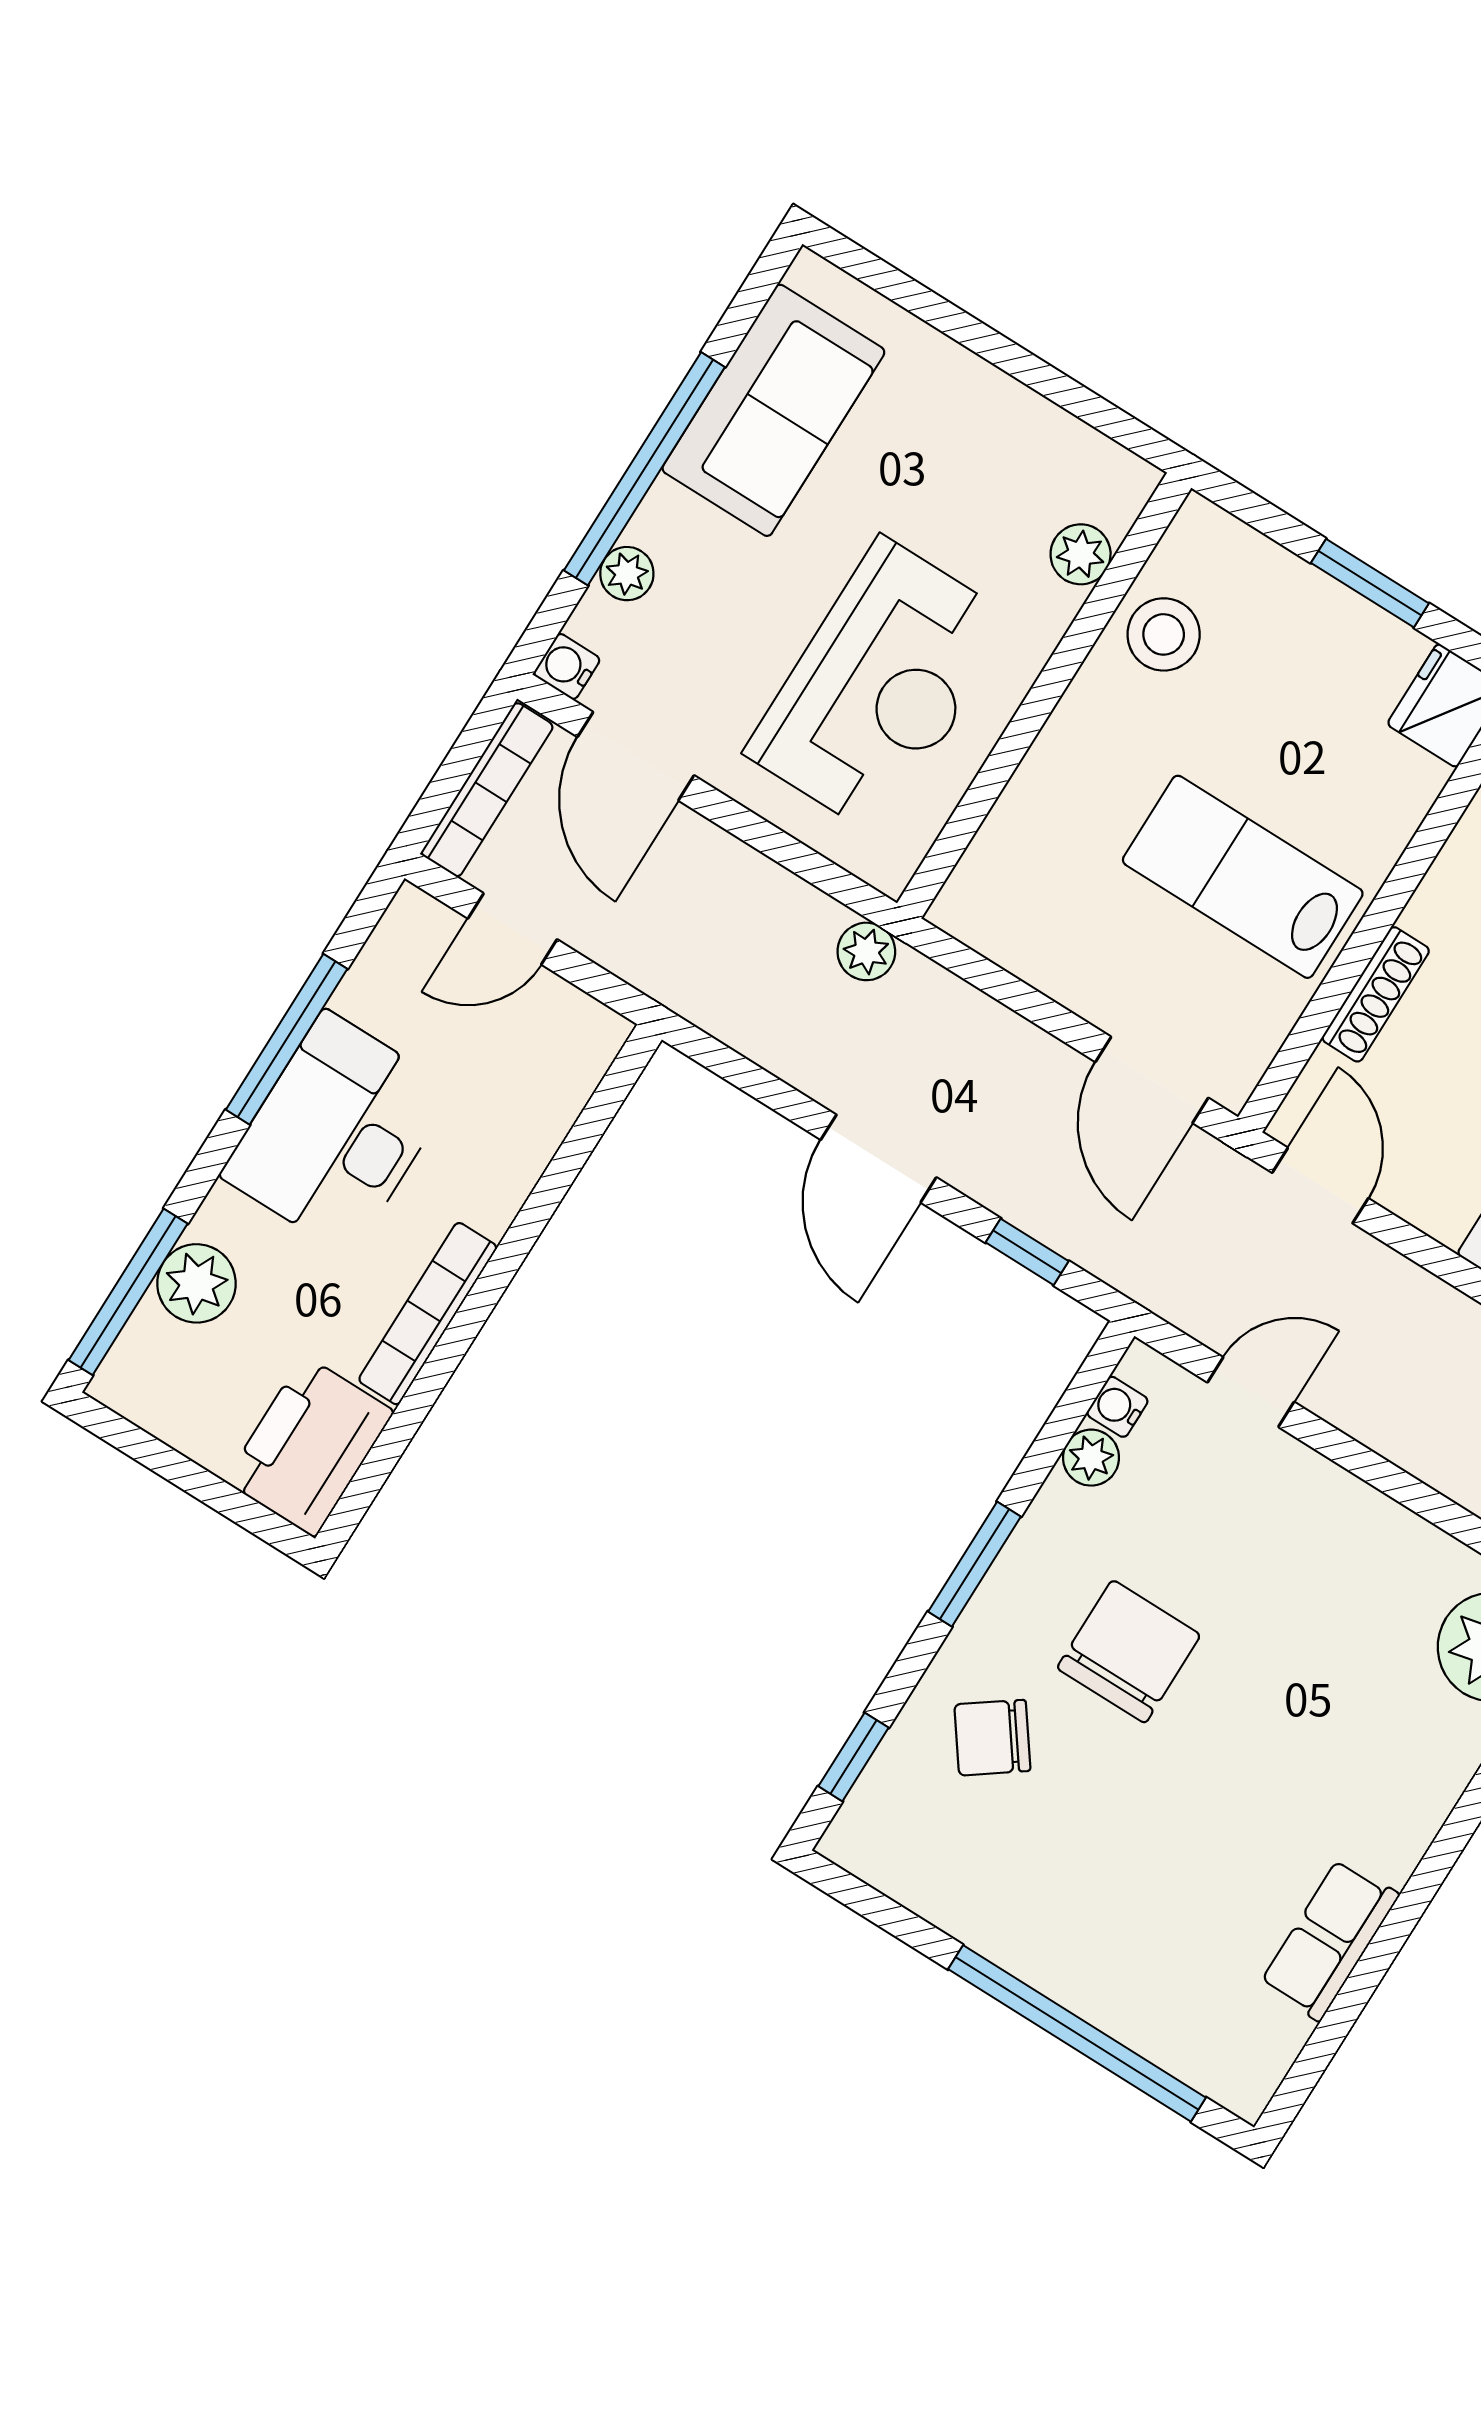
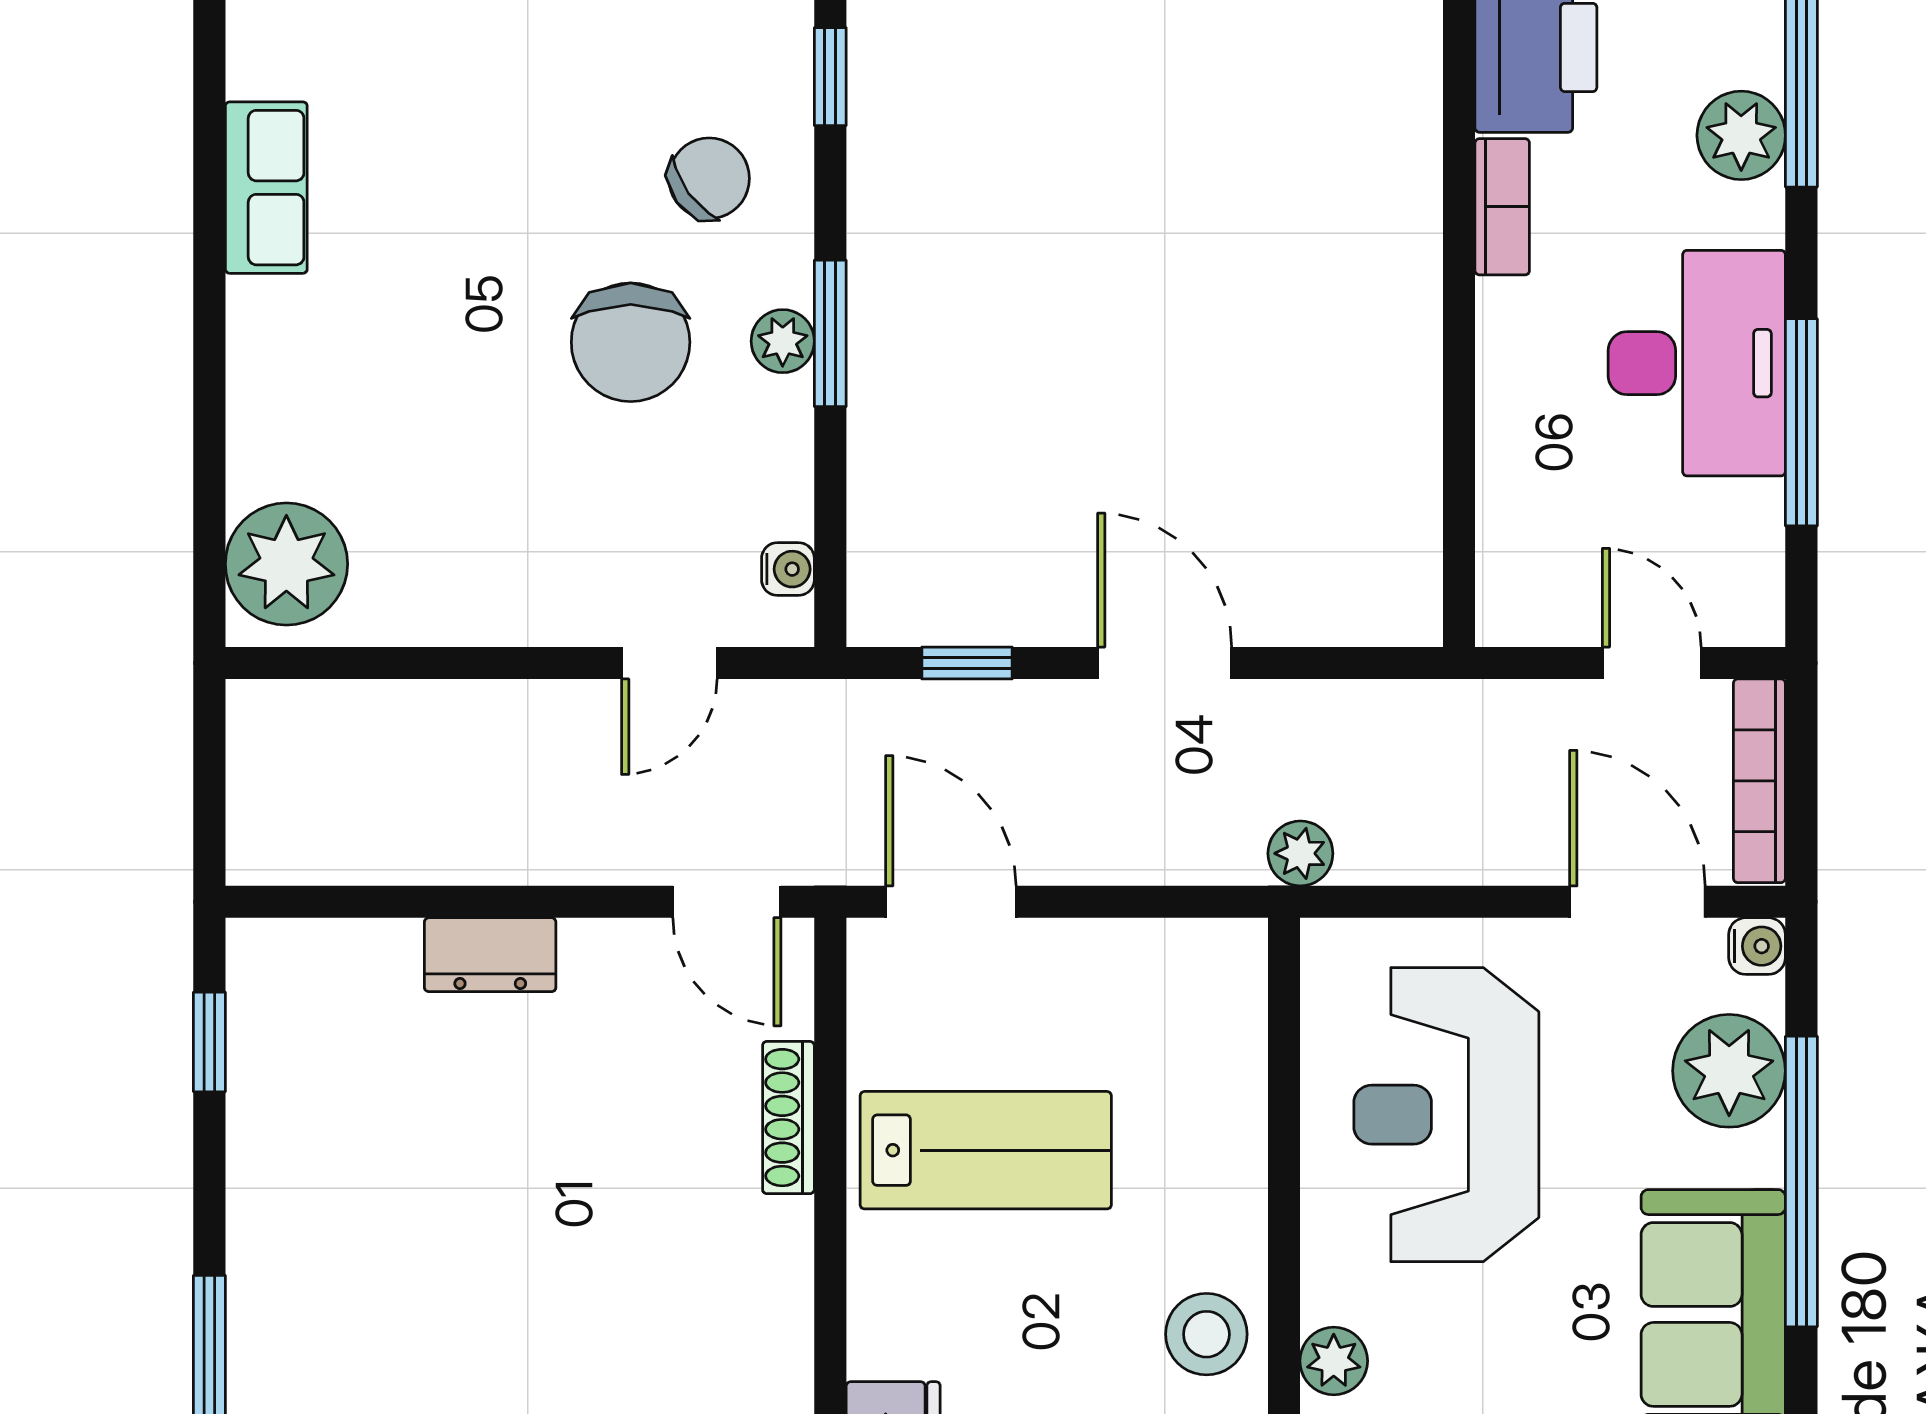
plant: (627, 574) -> (1729, 1071), width x1.87, depth x1.87
door: (512, 929) -> (1652, 663), hinge flipped
bookcase: (428, 1314) -> (1502, 207), width x0.64
plant: (1091, 1458) -> (783, 341), moved

